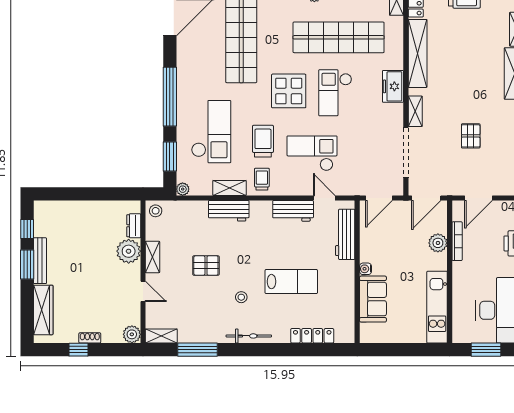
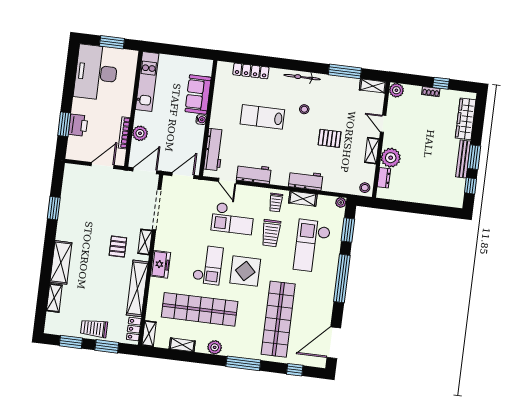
pallet: (471, 136) -> (118, 247), moved

